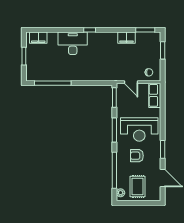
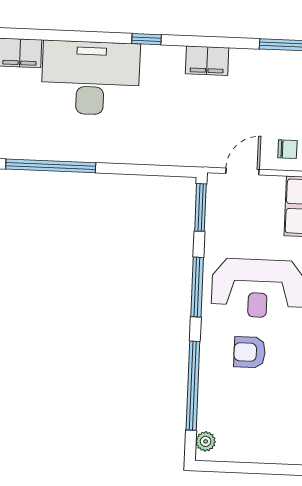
filing cabinet: (126, 38) -> (207, 61), moved
desk: (73, 43) -> (91, 78), width x1.36, depth x1.30
door: (131, 82) -> (243, 171), swing flipped
rug: (138, 187) -> (248, 428), removed

